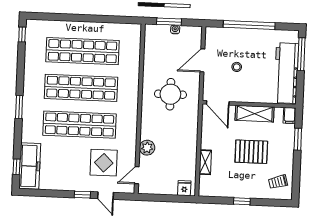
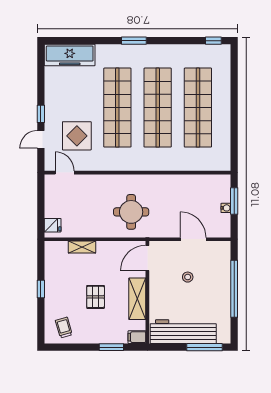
round table: (170, 94) -> (131, 212), moved
plant: (147, 148) -> (95, 183), removed
pallet: (251, 152) -> (96, 297), width x0.67, depth x0.71
window: (17, 167) -> (68, 41), removed

